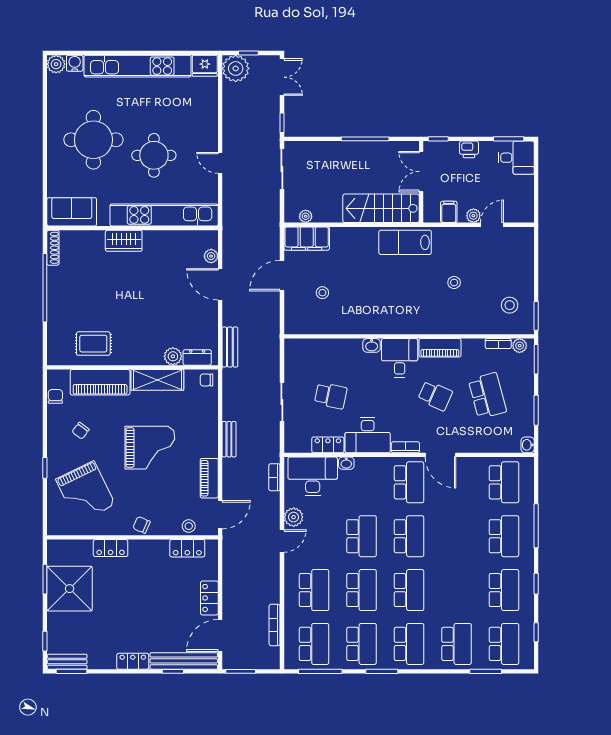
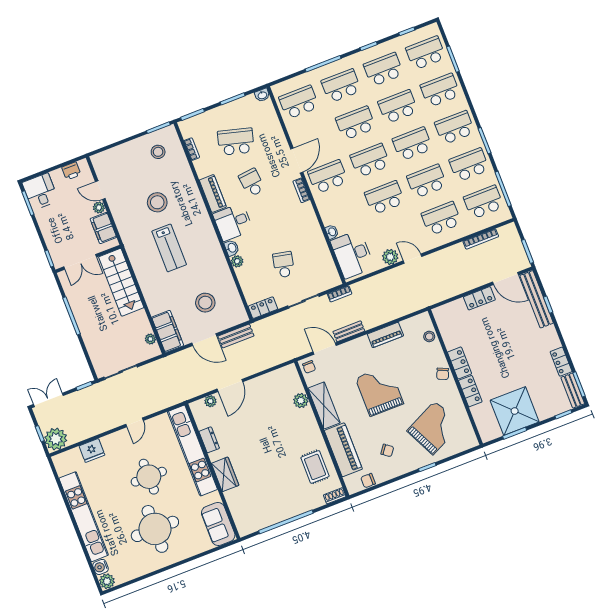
fridge: (205, 66) -> (92, 450), moved, turned 90
printer: (469, 149) -> (71, 171), moved, turned 90
filing cabinet: (449, 212) -> (103, 228), width x2.00
lab bench: (405, 242) -> (169, 248), moved
shoe rack: (53, 248) -> (335, 496), moved, width x0.70
stool: (454, 282) -> (157, 202), width x1.89, depth x1.89
stool: (322, 293) -> (205, 303), width x1.89, depth x1.89
plant: (520, 346) -> (237, 261), moved
bench: (230, 347) -> (236, 336), moved
dresser: (197, 357) -> (209, 440), moved, turned 180
school desk: (435, 396) -> (252, 183), turned -30
school desk: (487, 396) -> (236, 142), turned 30
desk: (368, 435) -> (303, 224), removed
locker: (328, 445) -> (263, 308), moved, turned 90
bookcase: (274, 477) -> (340, 294), moved
door: (220, 515) -> (325, 349), moved
school desk: (457, 536) -> (356, 123), added
locker: (187, 548) -> (460, 363), moved
school desk: (457, 590) -> (398, 107), added
locker: (133, 661) -> (561, 362), moved

